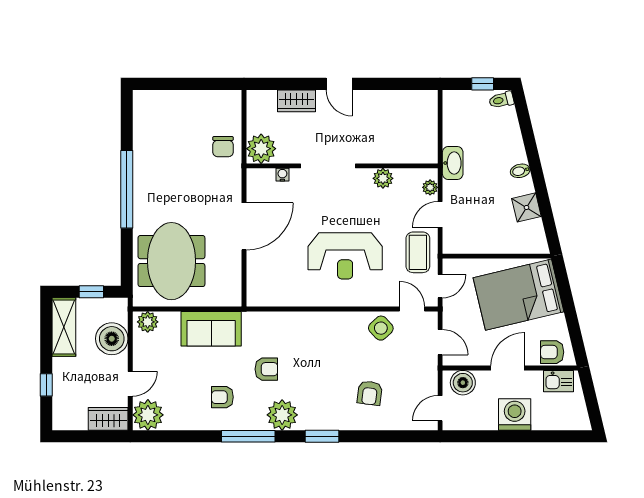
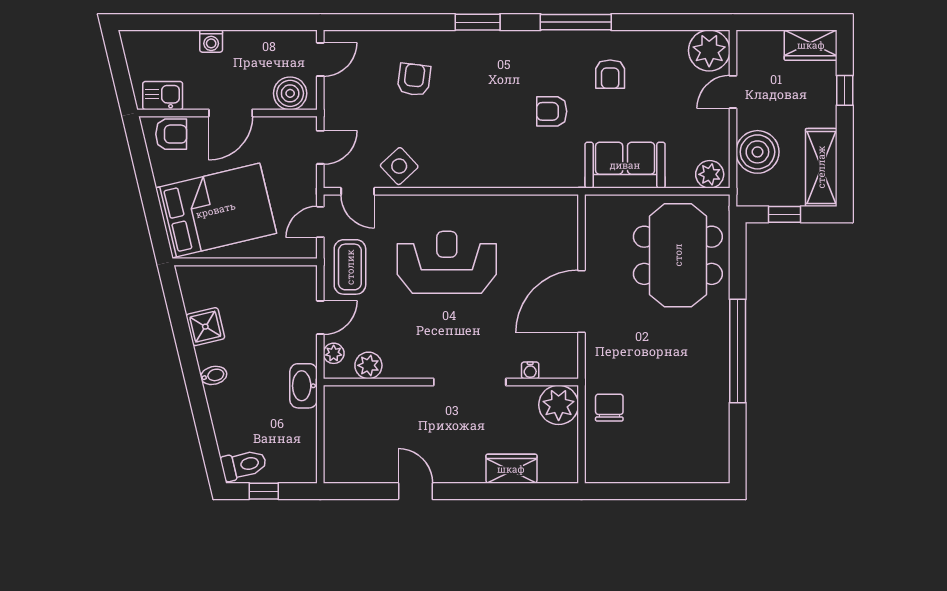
door: (339, 84) -> (415, 491), moved
toilet: (501, 100) -> (244, 465), width x1.37, depth x1.39
plant: (383, 178) -> (368, 365), moved
door: (440, 342) -> (320, 147), swing flipped
armchair: (222, 397) -> (610, 74), turned 90
washing machine: (515, 414) -> (211, 41), width x0.53, depth x0.53
plant: (282, 415) -> (531, 50), removed
wardrobe: (108, 419) -> (811, 45), moved

